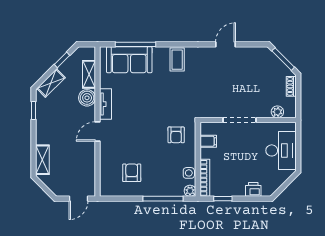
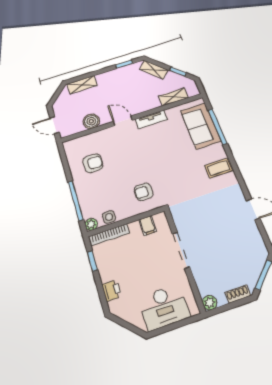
boiler: (87, 98) -> (91, 121), moved
plant: (277, 112) -> (210, 303), moved

